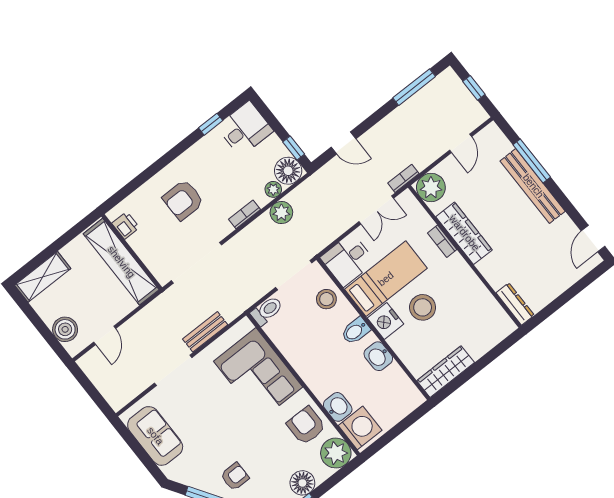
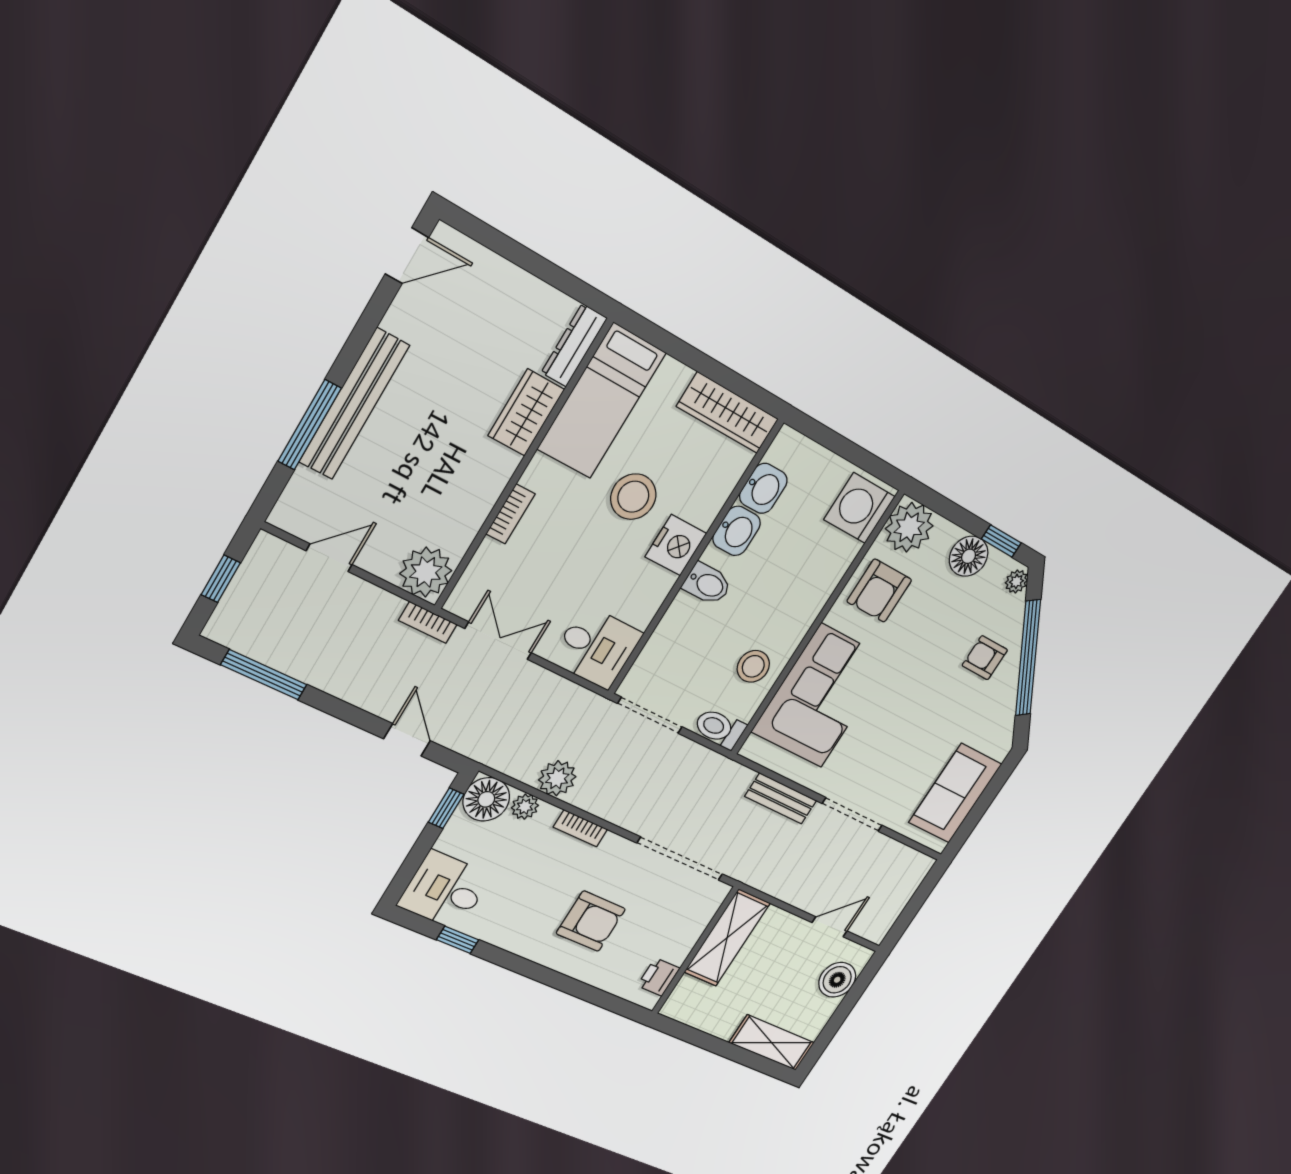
wardrobe: (464, 233) -> (526, 412), moved, width x0.67
shelving: (121, 262) -> (727, 938), width x0.68
bed: (386, 279) -> (602, 401), moved, turned -90
stool: (326, 299) -> (753, 666), moved
washbasin: (338, 407) -> (763, 488), moved, turned 180

